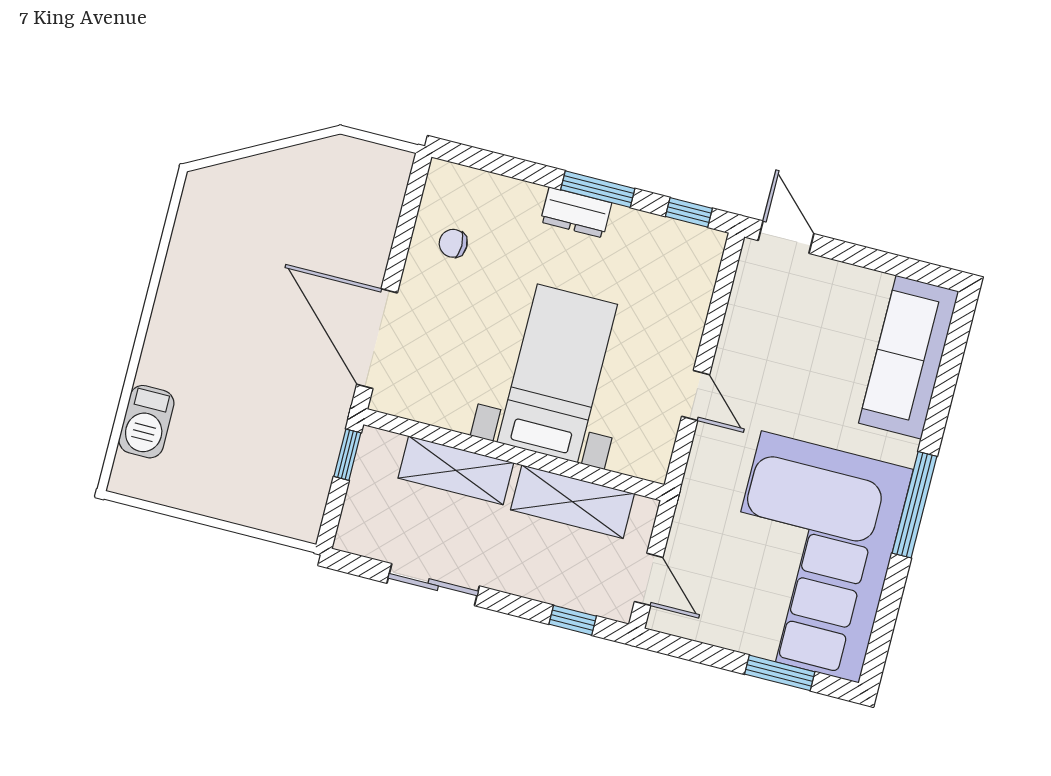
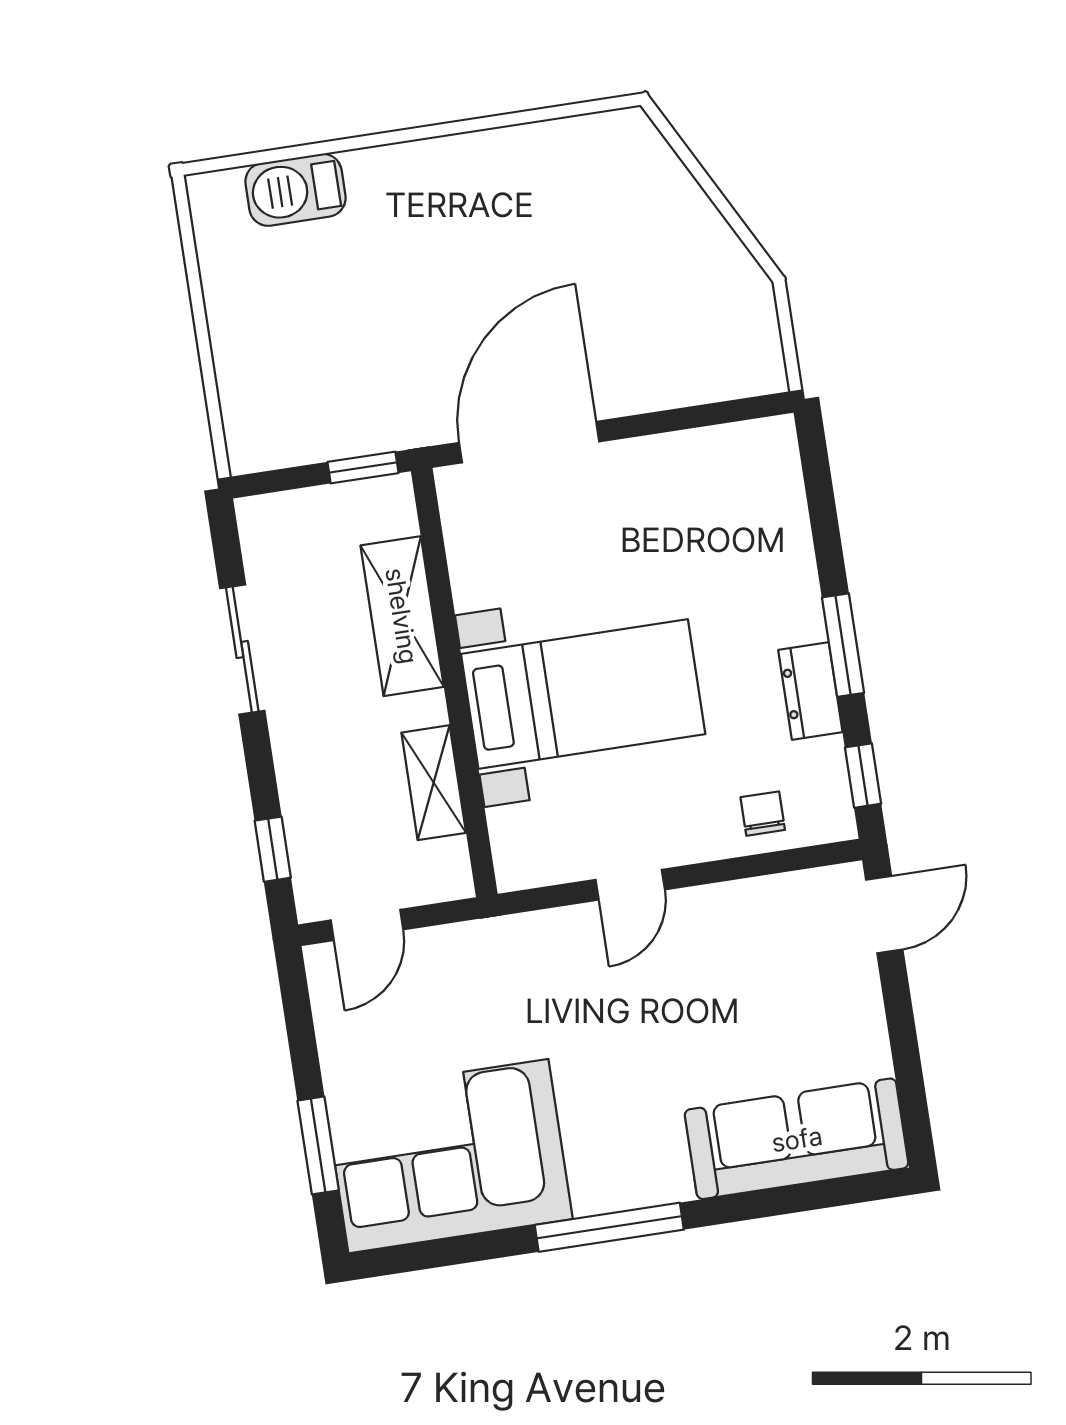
dresser: (576, 212) -> (810, 691), moved
chair: (453, 243) -> (763, 814), moved
shelving: (572, 502) -> (434, 783), width x0.67, depth x0.75
corner sofa: (810, 557) -> (448, 1156), width x0.73, depth x0.74

